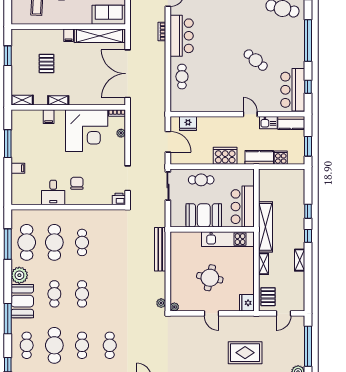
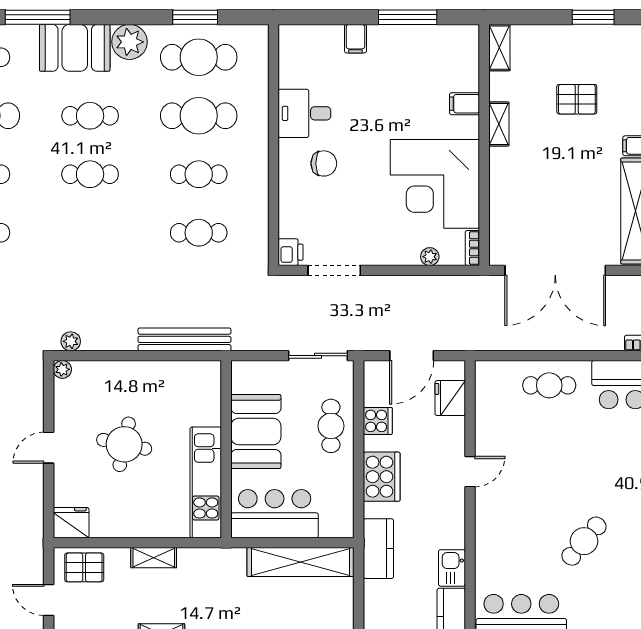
double door: (128, 74) -> (555, 270), swing flipped
door: (250, 114) -> (470, 472), moved
cooker: (281, 158) -> (378, 421), moved
shelving: (266, 227) -> (301, 562), moved
cafe table: (110, 242) -> (199, 233), added
window: (8, 244) -> (195, 17), width x0.69

